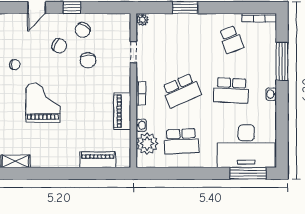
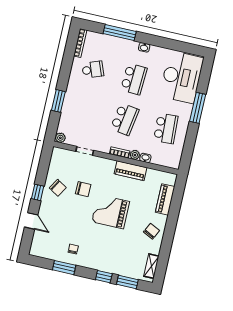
chair: (59, 46) -> (151, 231), moved
school desk: (181, 90) -> (125, 119), turned 33
grand piano: (43, 103) -> (111, 212), moved
plant: (147, 144) -> (135, 155), moved, width x0.53, depth x0.53
window: (248, 173) -> (198, 108), moved

